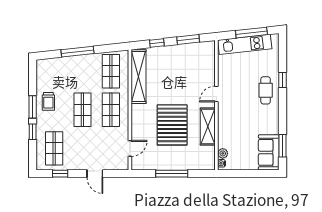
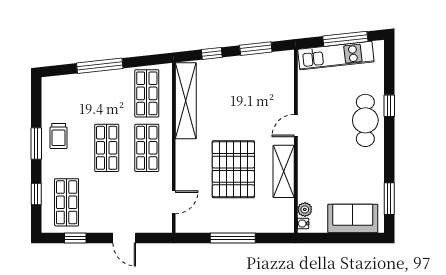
cafe table: (266, 90) -> (365, 120), width x1.37, depth x1.35
window: (33, 132) -> (36, 194), moved
sofa: (269, 152) -> (353, 219), moved, turned 90

